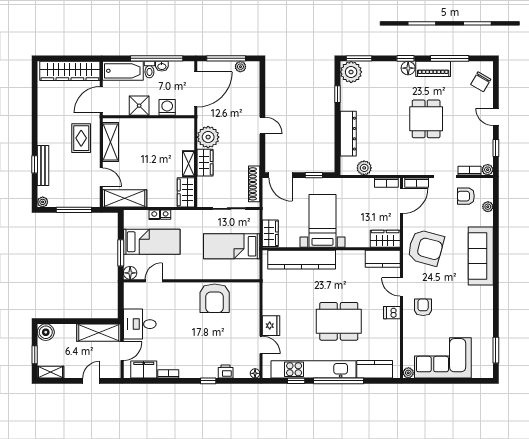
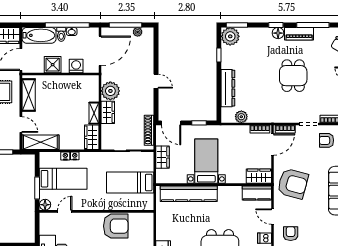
wardrobe: (270, 233) -> (162, 157), moved
armchair: (215, 298) -> (116, 226), turned -90

